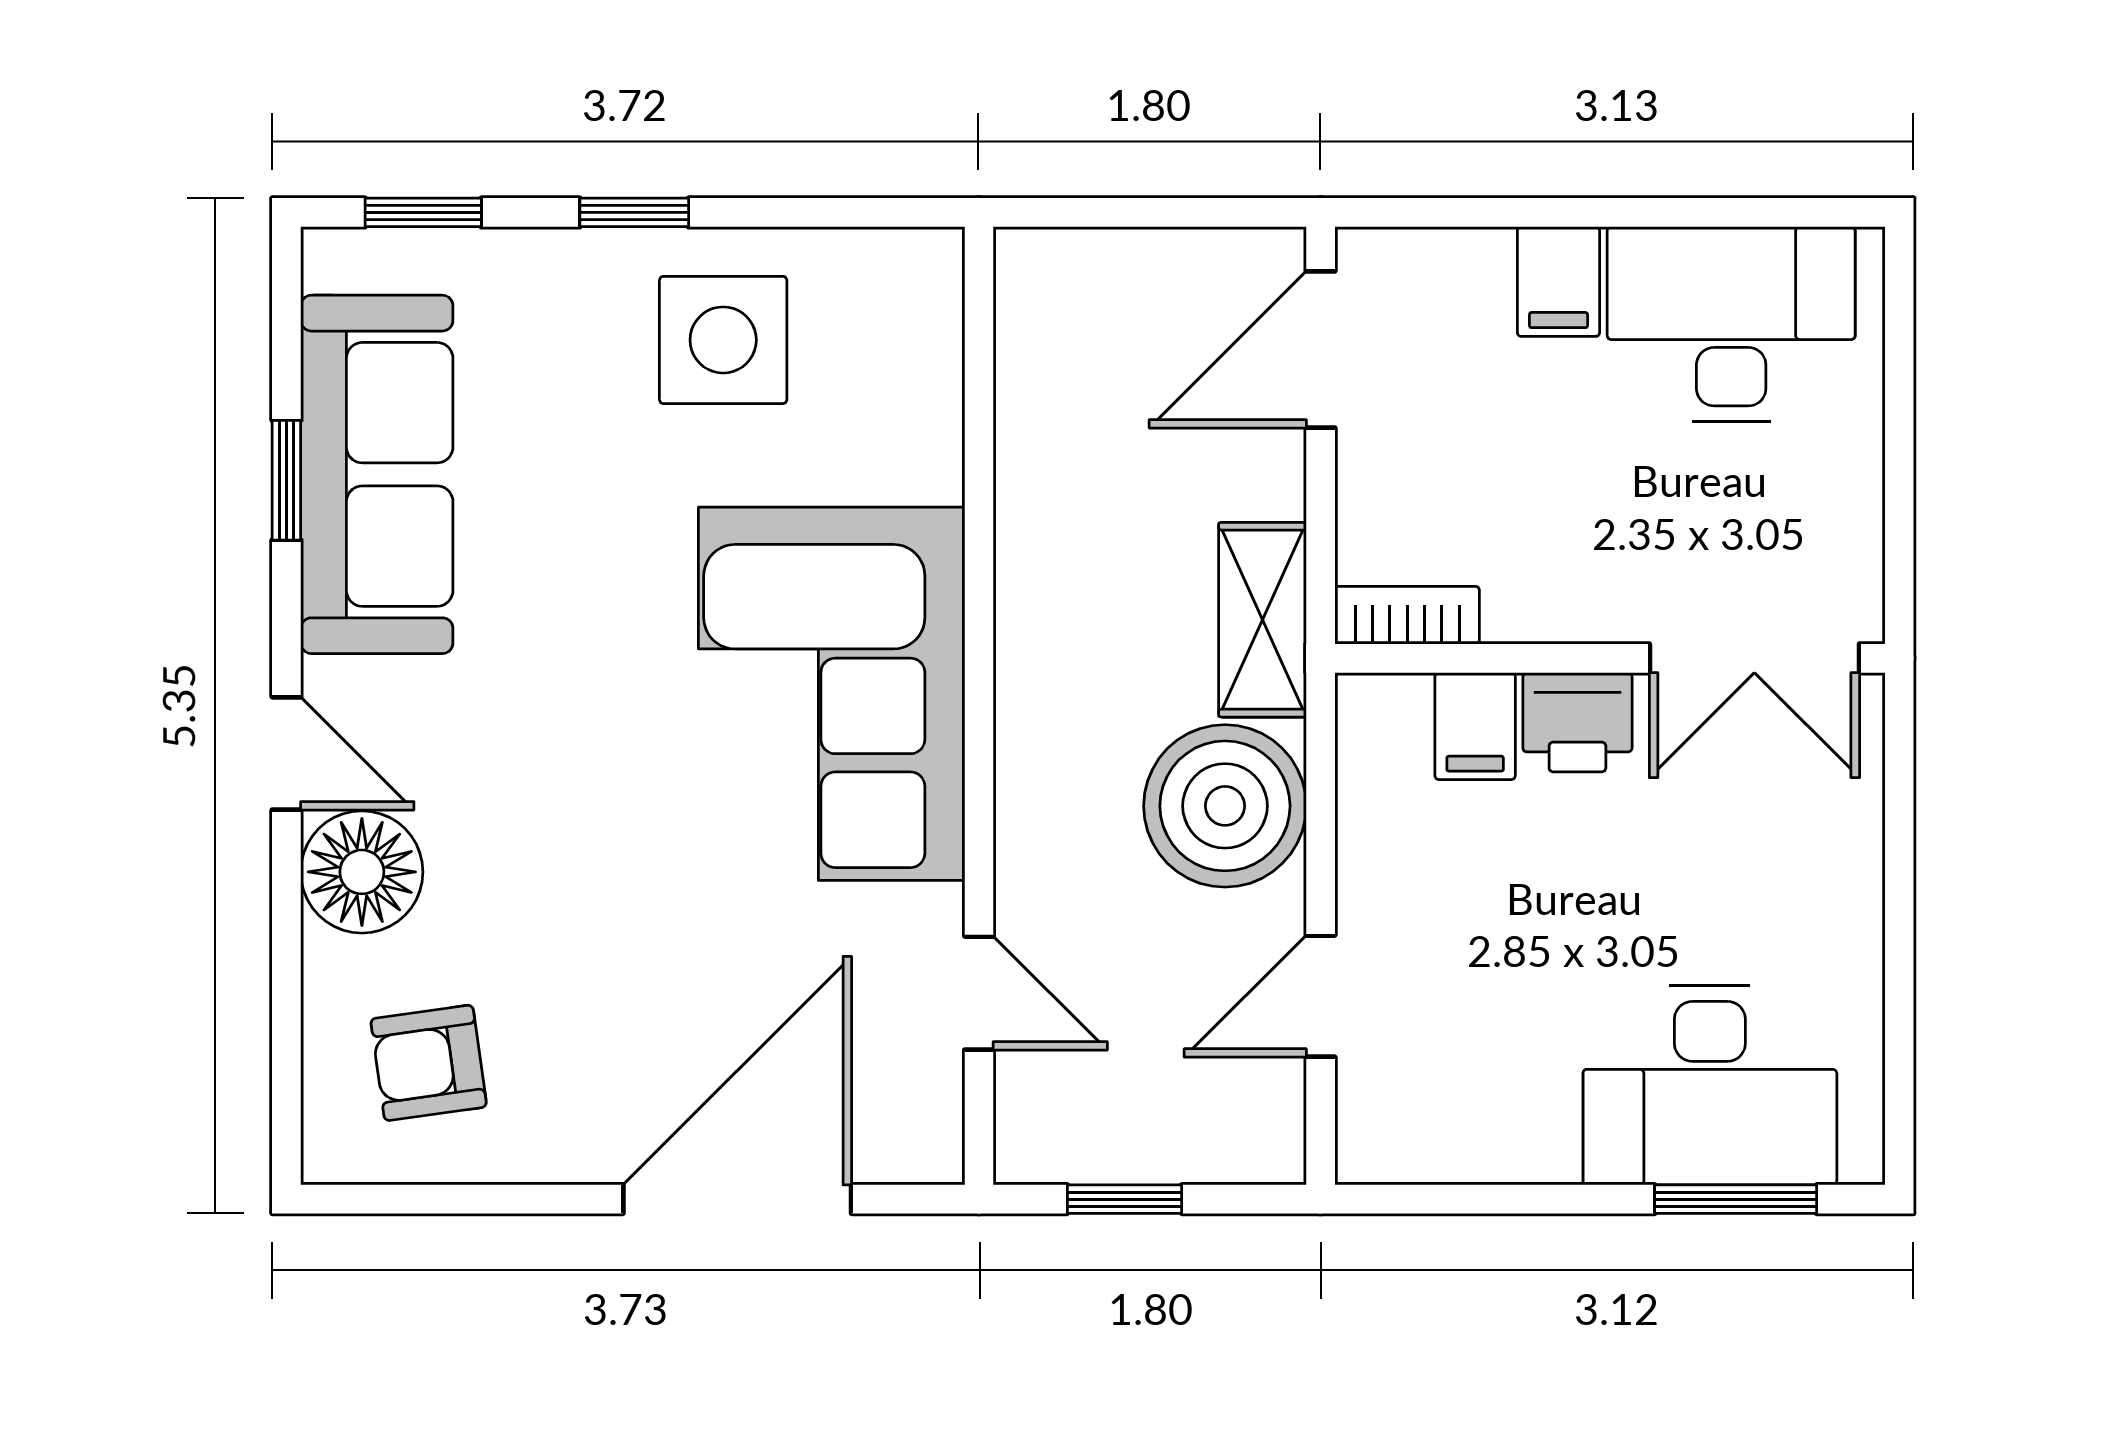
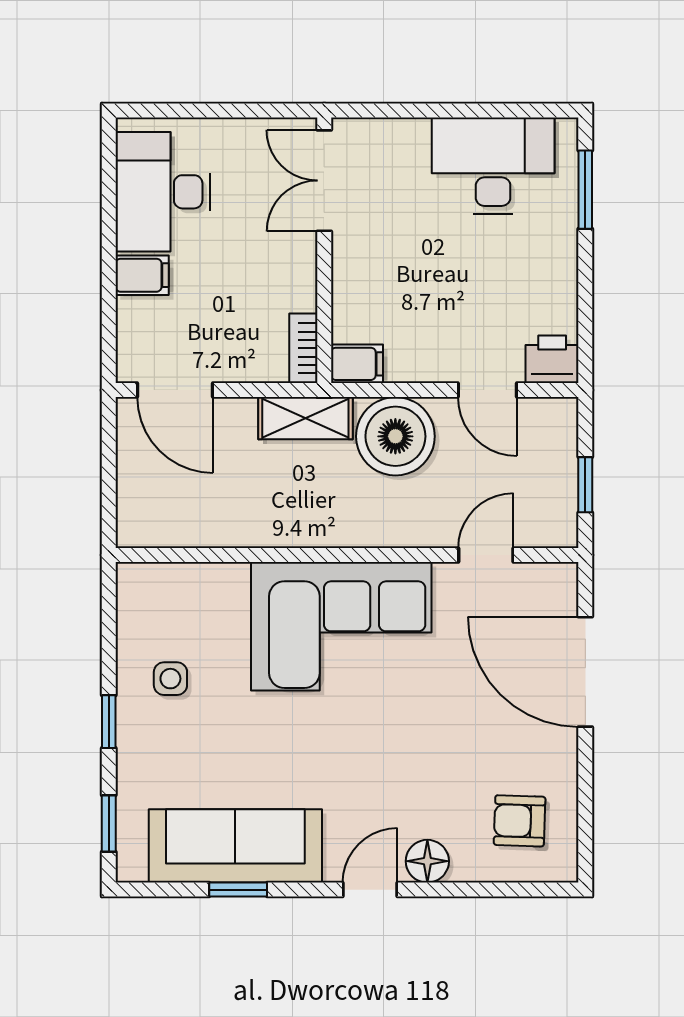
side table: (723, 340) -> (170, 679), width x0.54, depth x0.54
double door: (1754, 658) -> (324, 181), swing flipped
printer: (1577, 722) -> (552, 359), moved, turned -90
filing cabinet: (1475, 726) -> (357, 364), moved
floor lamp: (362, 872) -> (427, 861), width x0.73, depth x0.73
armchair: (429, 1063) -> (520, 821), turned 100
desk: (1710, 1085) -> (493, 166), moved, turned -90

